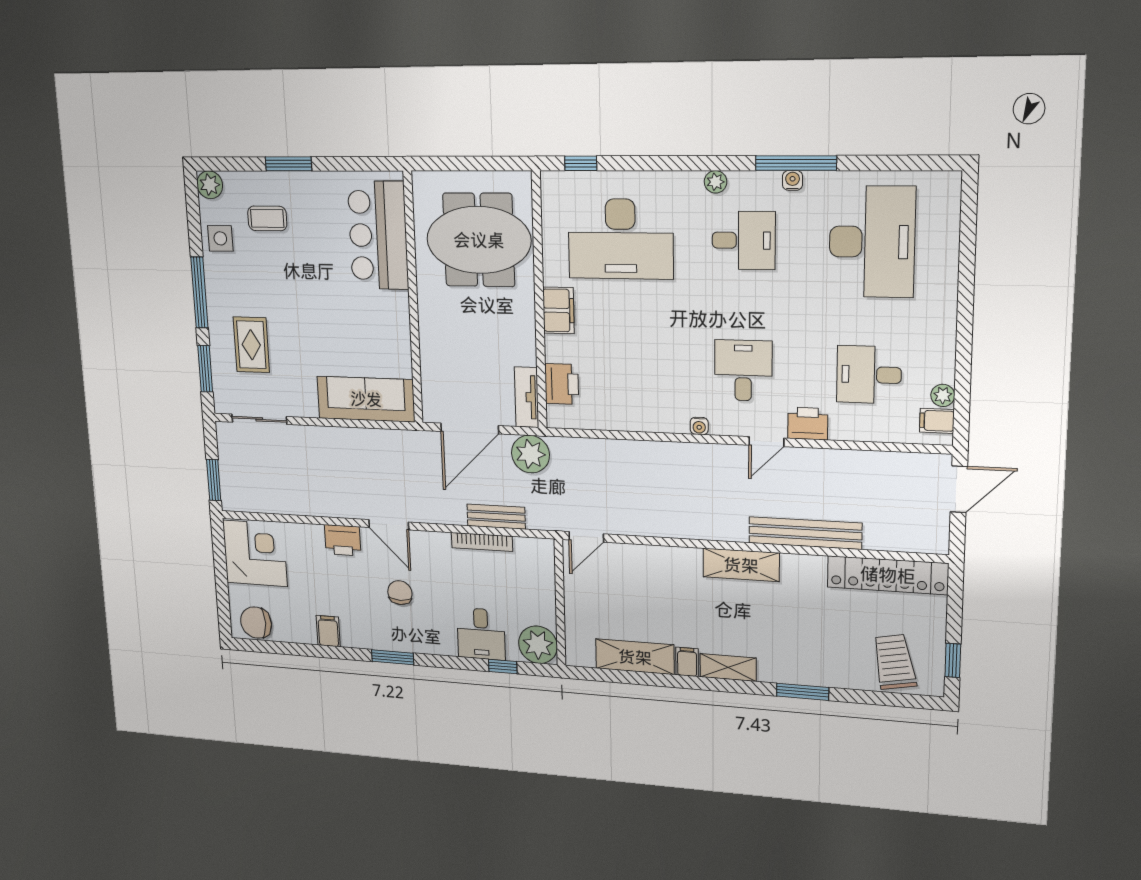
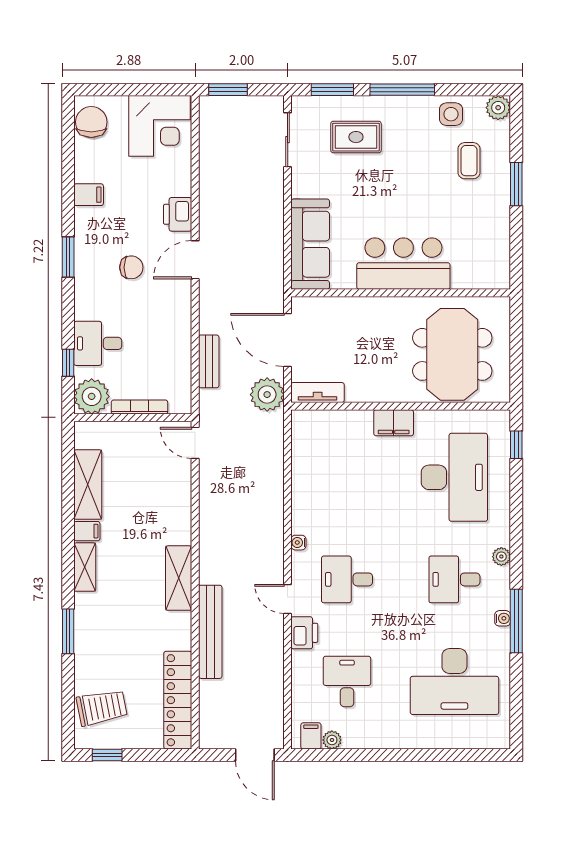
bar counter: (378, 235) -> (403, 264), moved
desk: (620, 239) -> (454, 477), turned 180
desk: (744, 240) -> (454, 579), turned 90
desk: (743, 371) -> (347, 579), turned 180
printer: (562, 384) -> (330, 424), removed
bookcase: (482, 542) -> (139, 407), moved, turned 90

